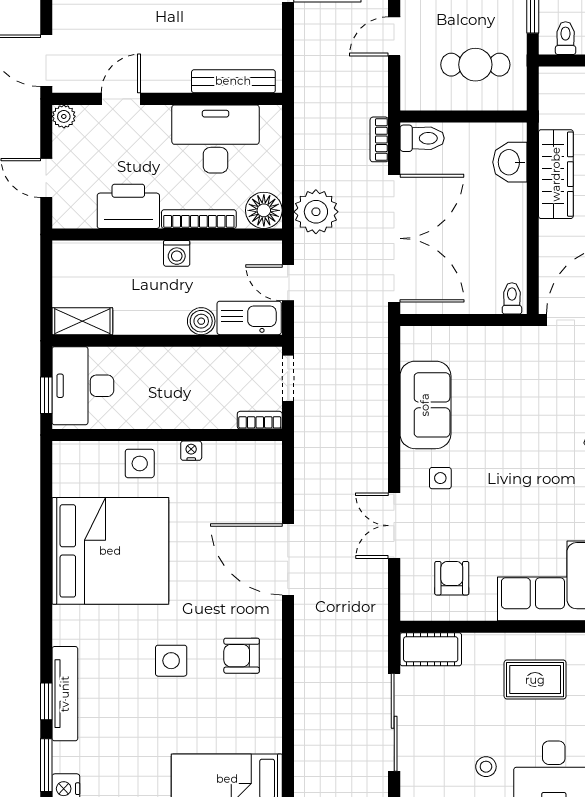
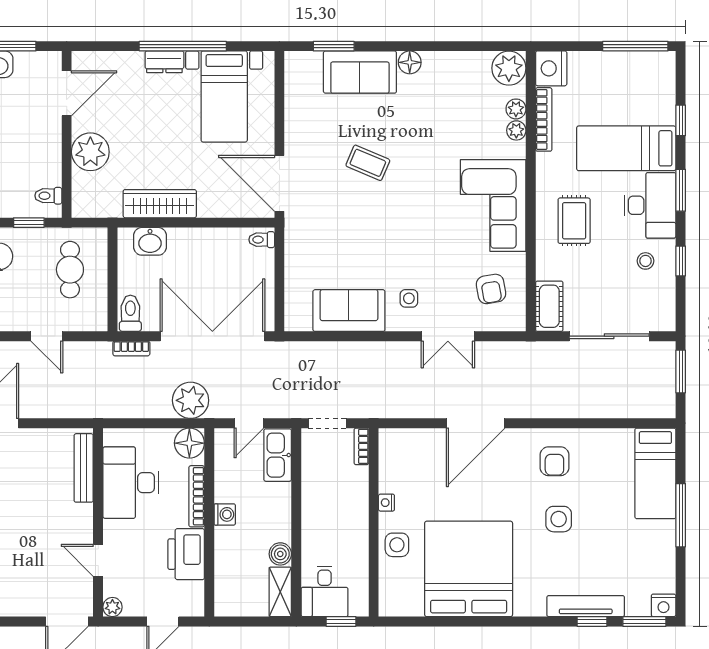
boiler: (201, 321) -> (280, 554), moved
desk: (83, 386) -> (325, 591), width x0.73
armchair: (452, 578) -> (491, 289), turned -100

